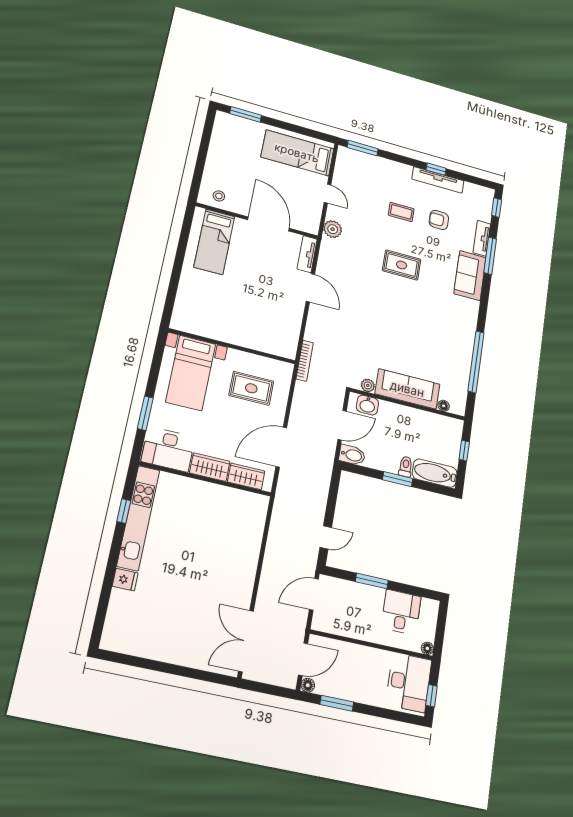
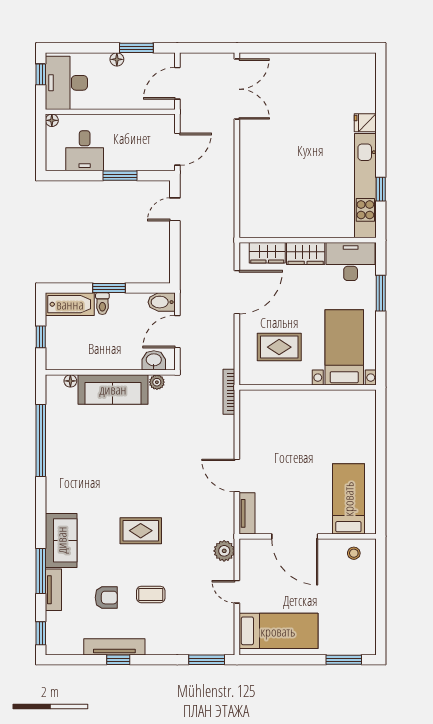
floor lamp: (308, 685) -> (117, 59), moved

